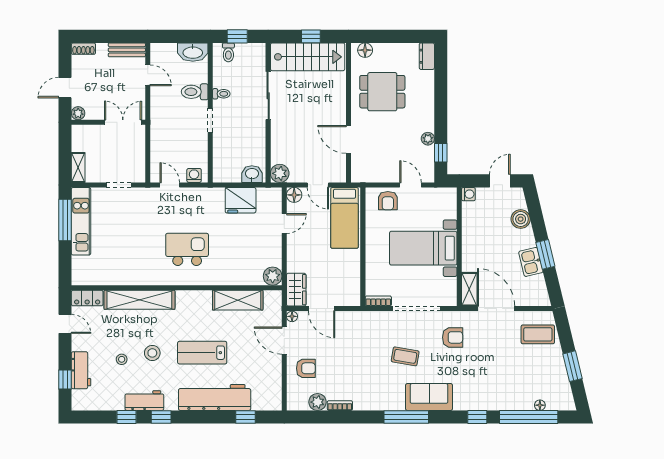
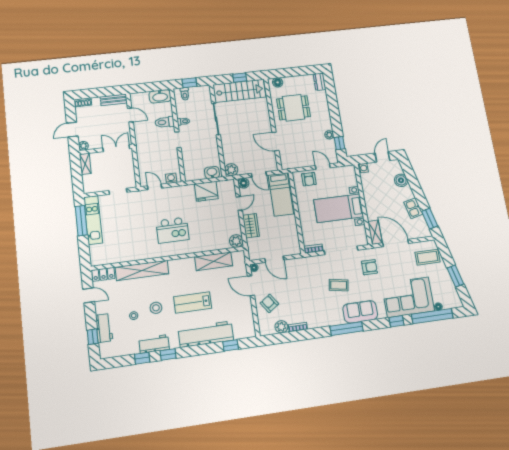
shelving: (78, 168) -> (85, 164), moved
kitchen island: (187, 249) -> (172, 230), turned 180
window: (545, 254) -> (430, 219), moved
wardrobe: (296, 290) -> (251, 226), moved
armchair: (306, 368) -> (269, 303), turned -125
corner sofa: (499, 386) -> (408, 297), added

